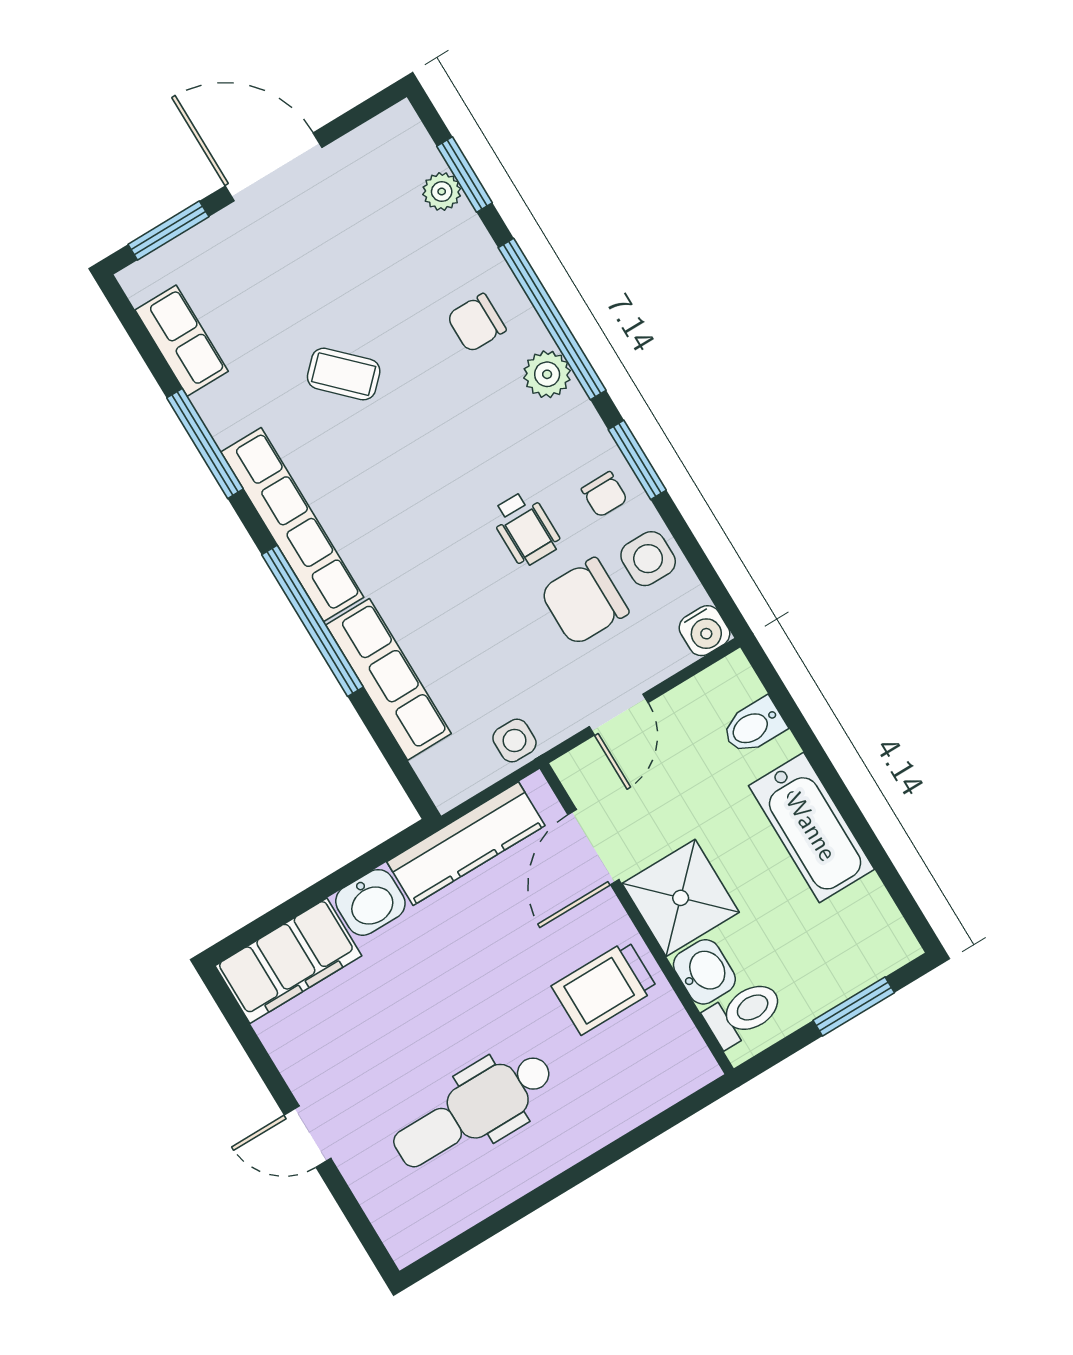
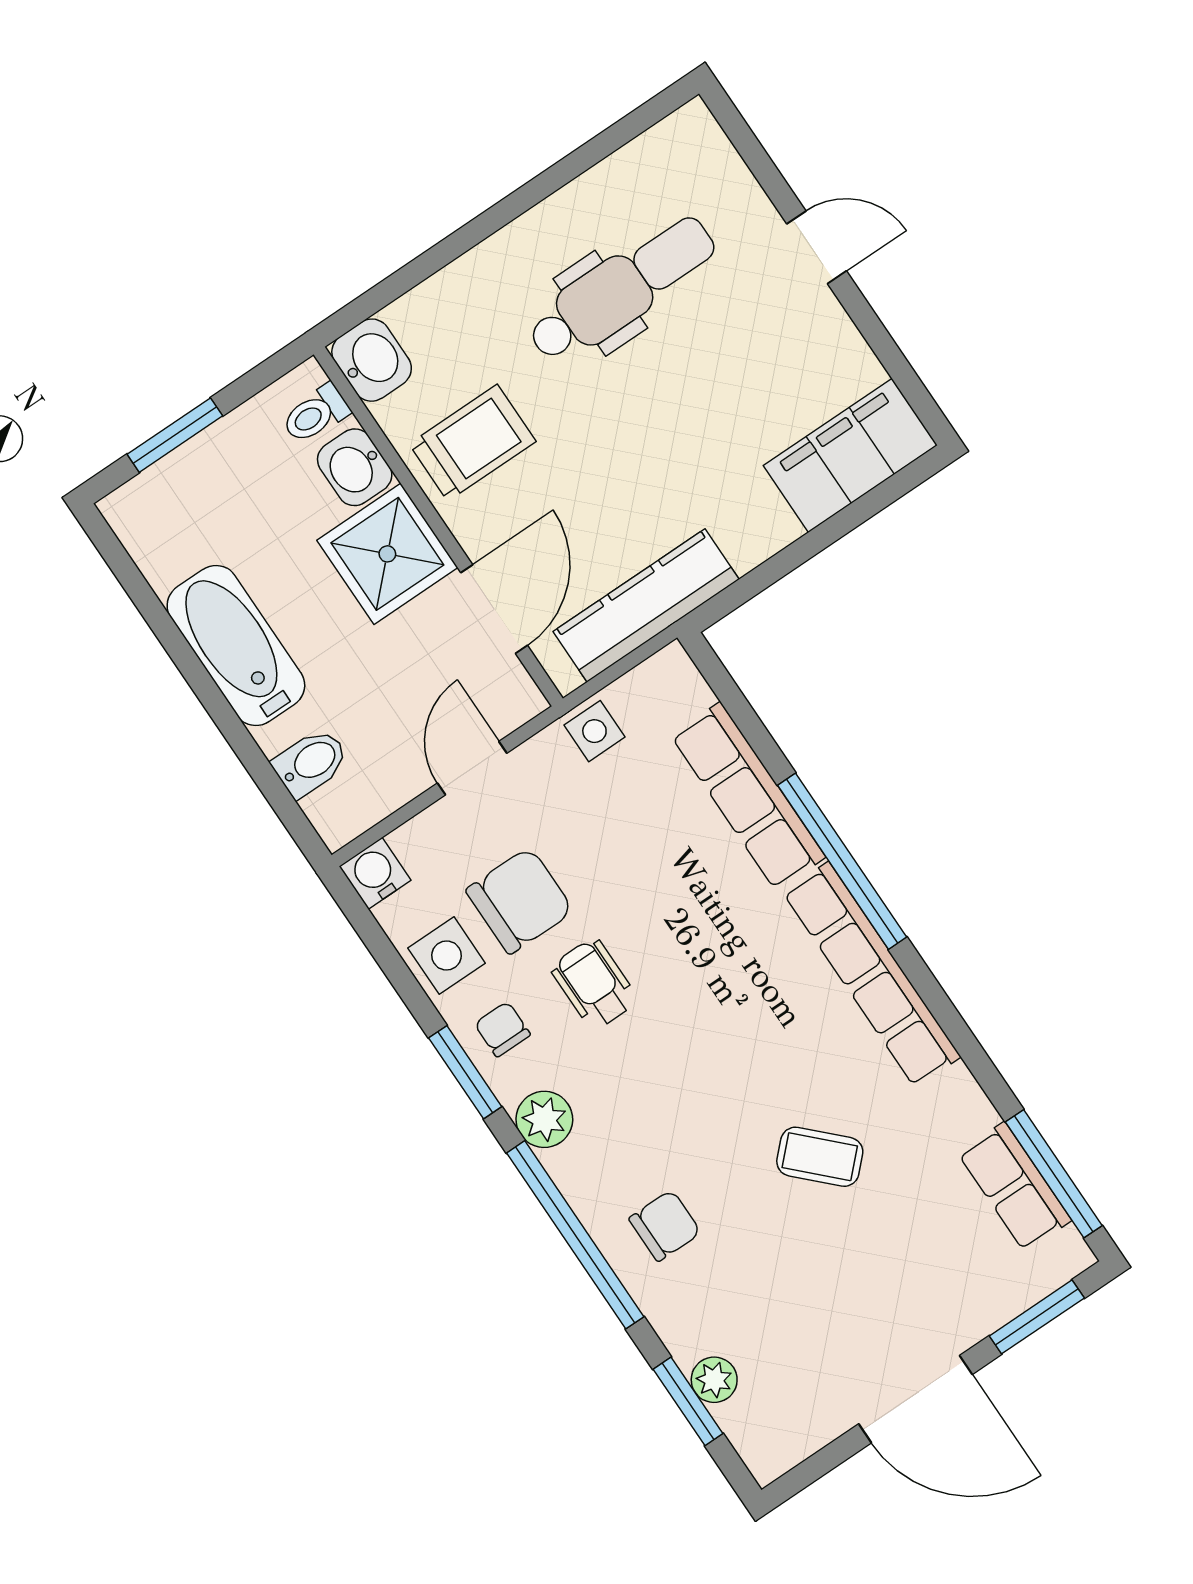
plant: (547, 374) -> (544, 1119), moved
window: (205, 443) -> (1054, 1174), moved
washbasin: (370, 902) -> (372, 360), moved, turned 90
toilet: (744, 1013) -> (316, 414), width x0.73, depth x0.72

